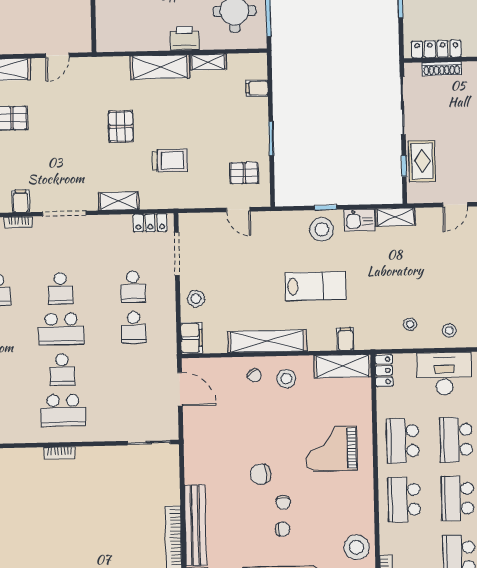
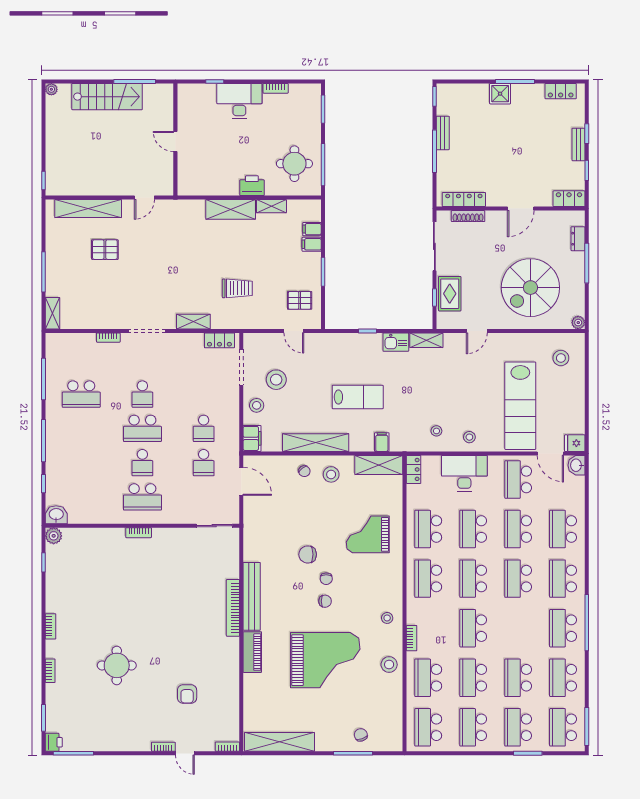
pallet: (121, 126) -> (196, 259), removed
filing cabinet: (21, 201) -> (312, 244), moved, turned -90
stool: (322, 229) -> (276, 380), moved
school desk: (133, 287) -> (204, 463), moved
stool: (357, 547) -> (387, 618), width x0.53, depth x0.53

